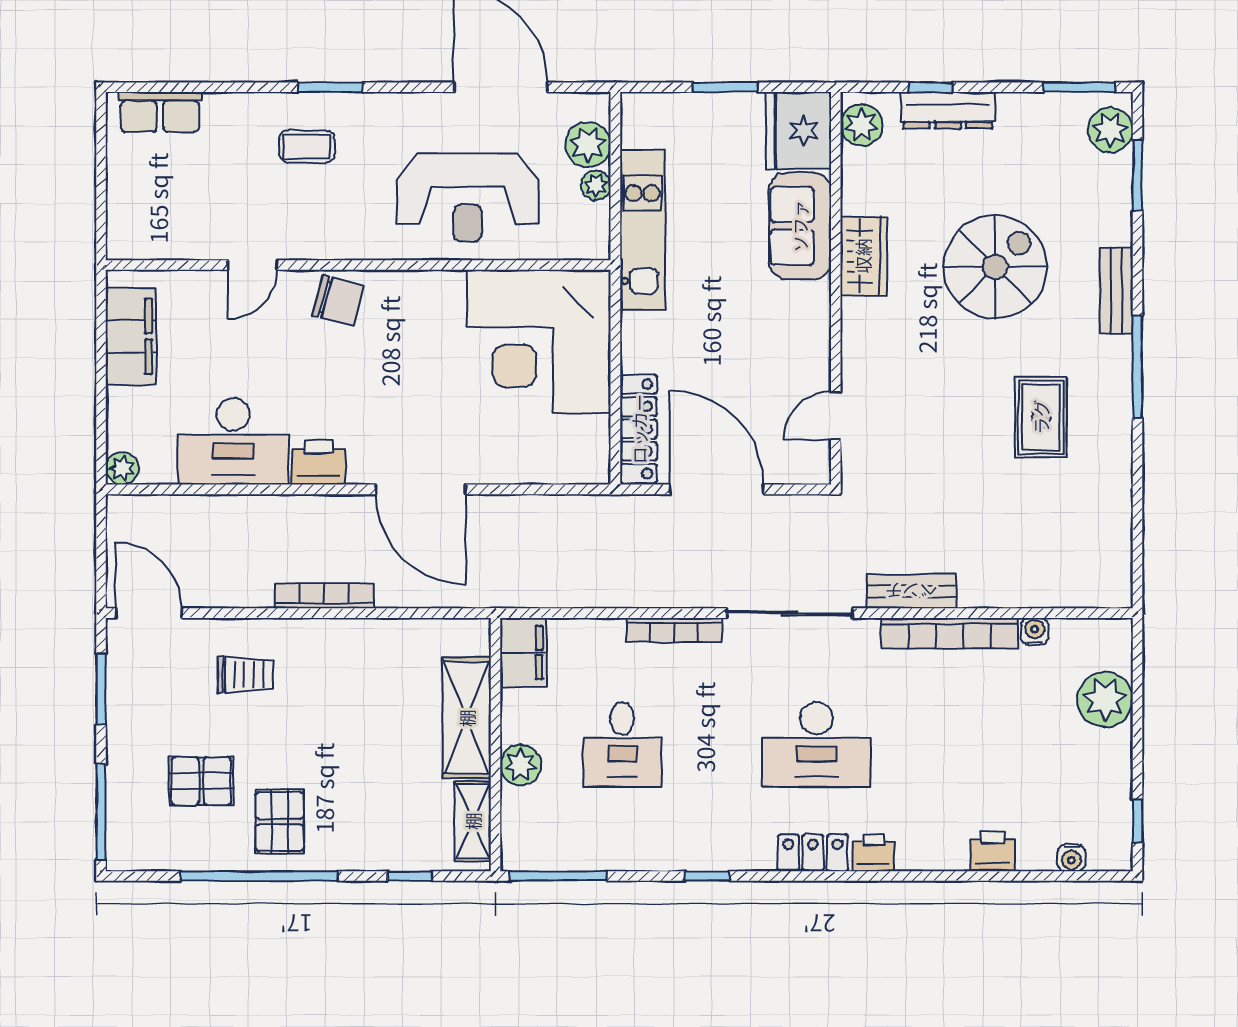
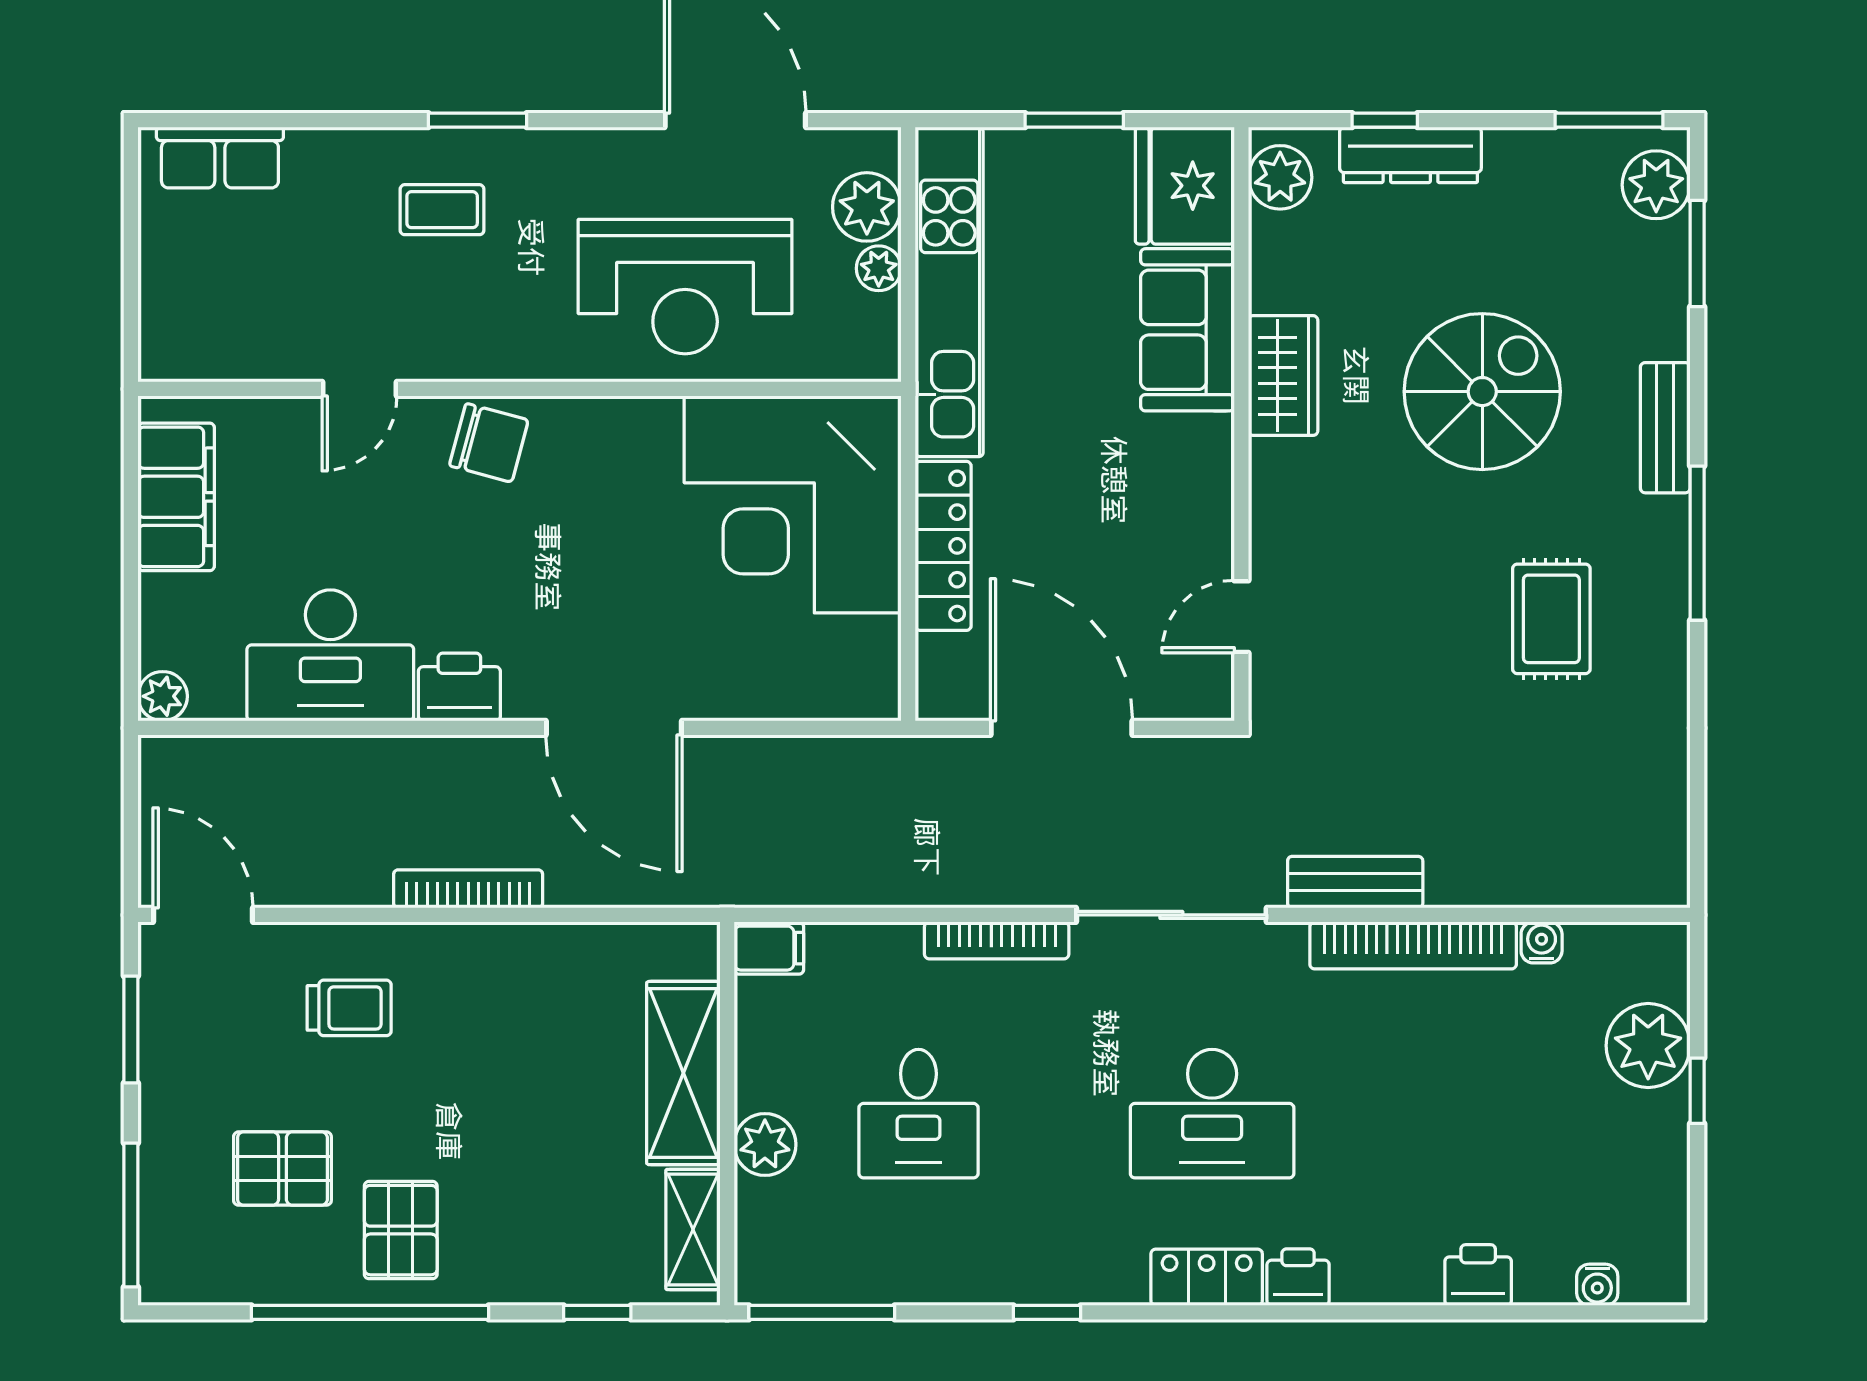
kitchen unit: (643, 230) -> (949, 292), width x1.36
locker: (639, 429) -> (943, 546), moved
filing cabinet: (523, 652) -> (769, 948), width x0.50
window: (1137, 821) -> (1697, 1091), moved

